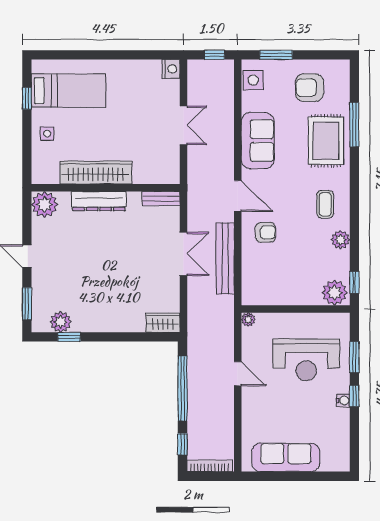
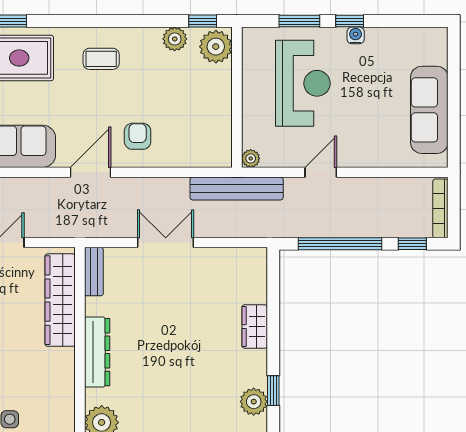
wardrobe: (96, 173) -> (60, 300), moved
plant: (341, 240) -> (175, 39), moved
bench: (225, 259) -> (237, 188), moved
wardrobe: (163, 323) -> (255, 327), moved

